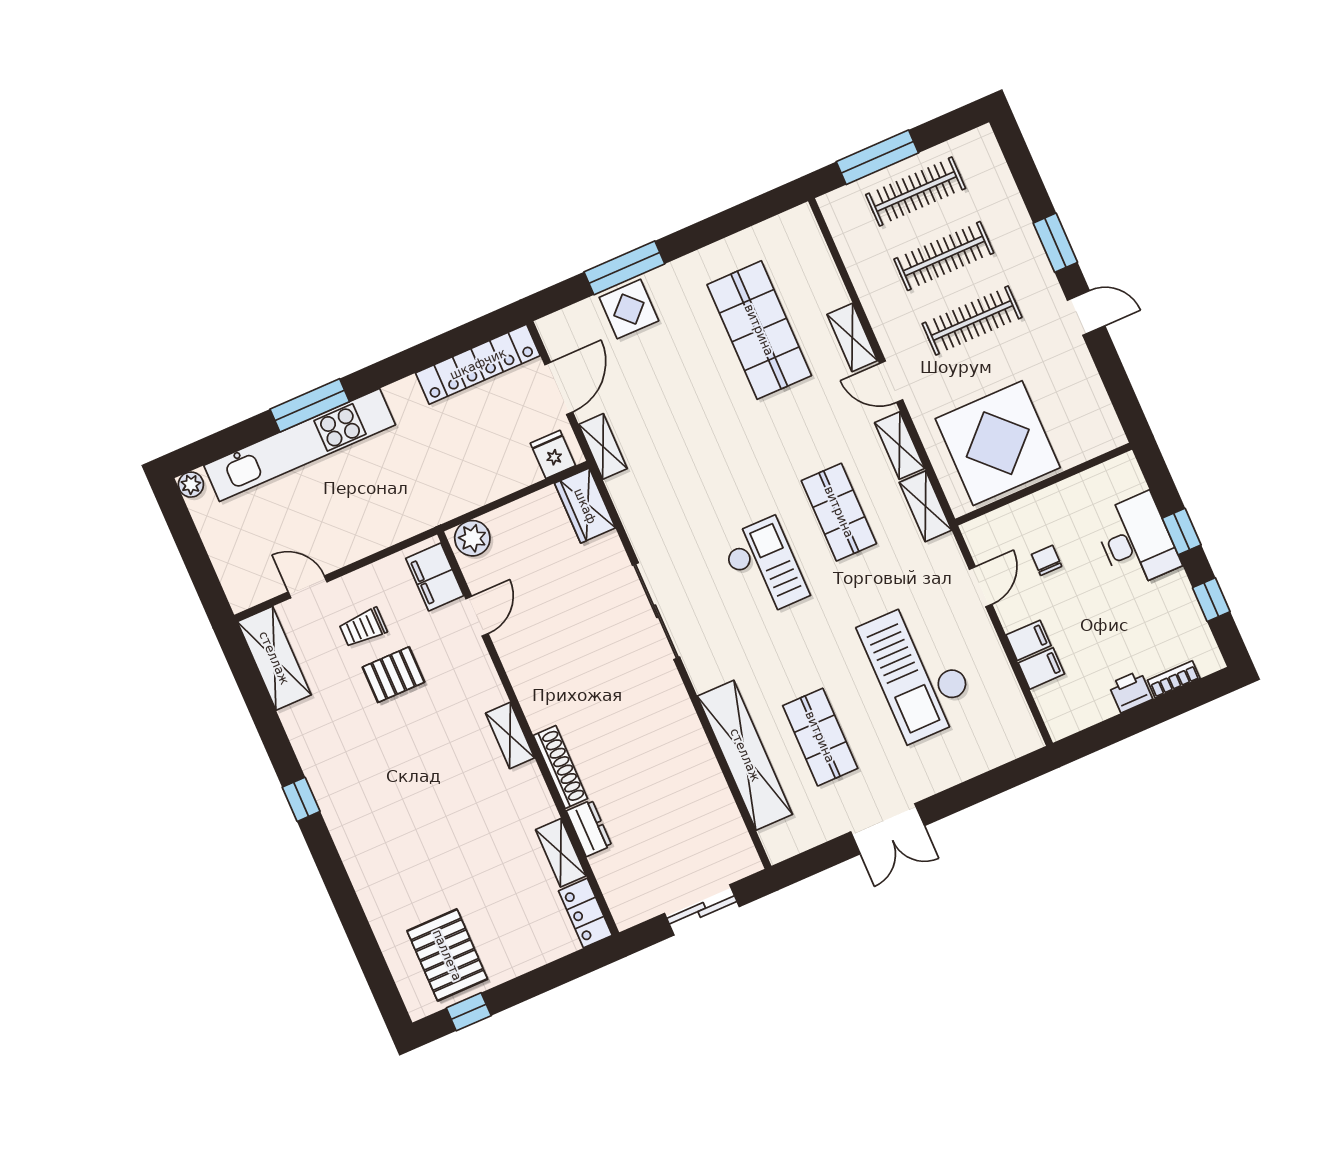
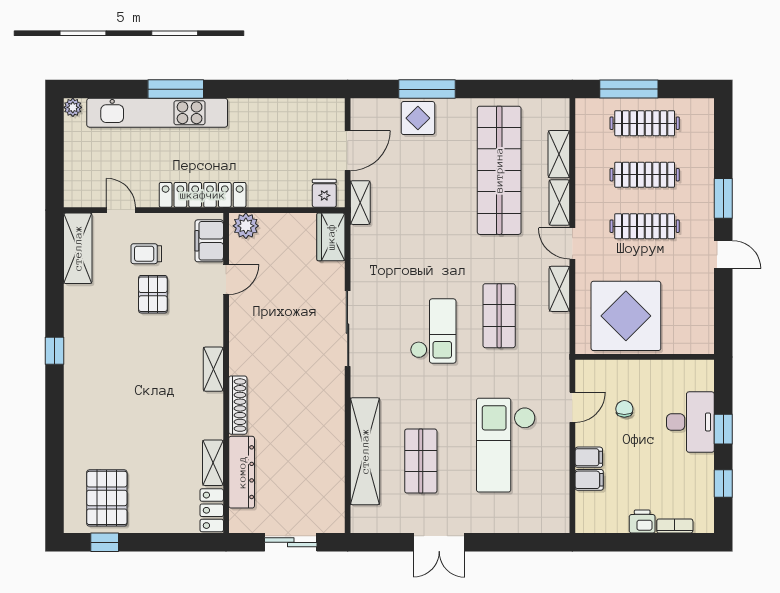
shop shelf: (759, 330) -> (499, 170), width x1.40
locker: (478, 364) -> (203, 195), moved, turned 180
shelving: (925, 506) -> (559, 154), moved
pallet: (393, 675) -> (153, 294), turned 90
dresser: (589, 828) -> (242, 472), width x1.96, depth x1.24

